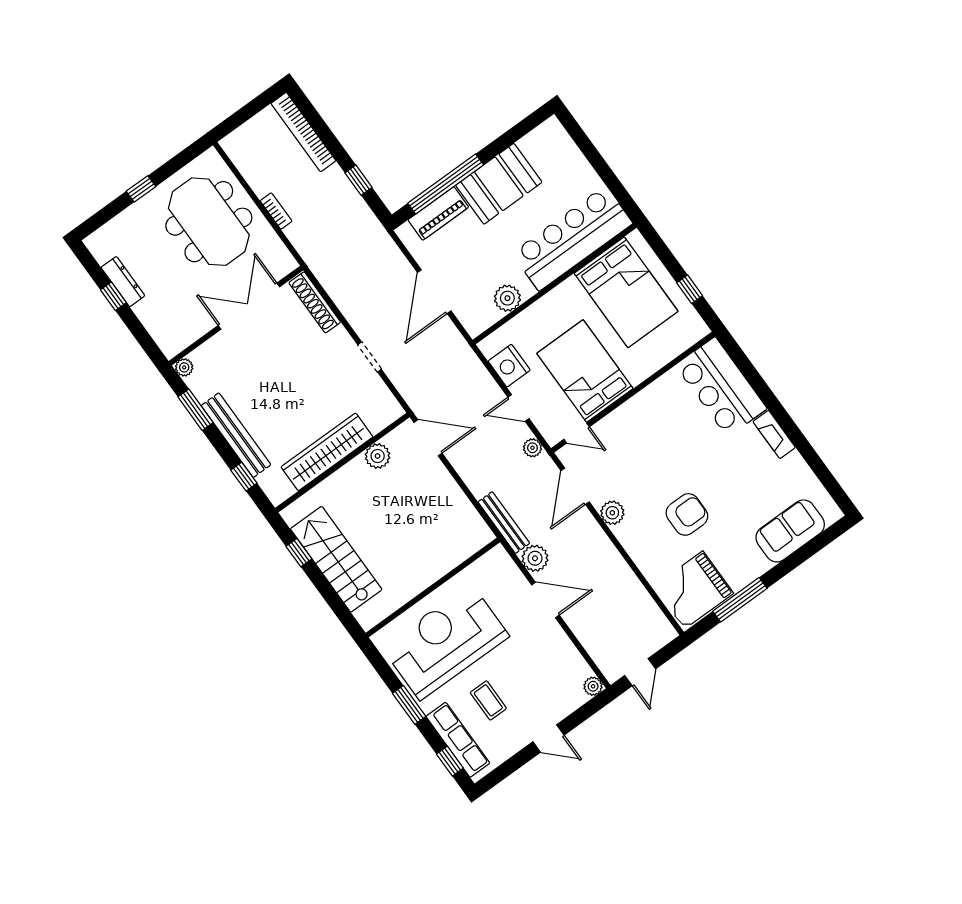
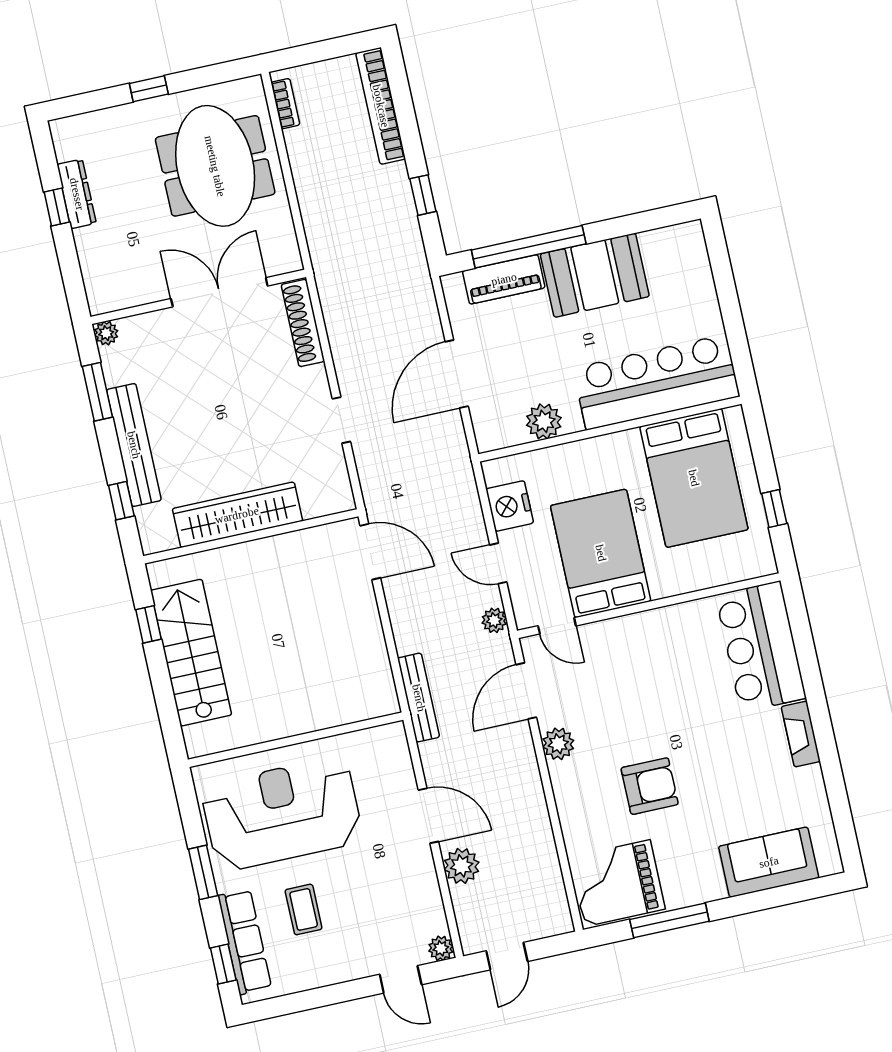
bookcase: (276, 211) -> (285, 104), moved
plant: (378, 456) -> (298, 547), removed
plant: (535, 558) -> (462, 866), moved
door: (549, 738) -> (401, 979), moved

